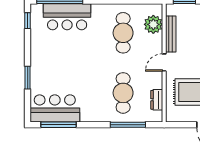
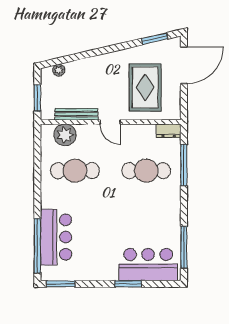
window: (28, 21) -> (61, 284), width x1.50
dresser: (157, 100) -> (169, 131), moved
bar counter: (55, 108) -> (148, 265), moved, turned 90

